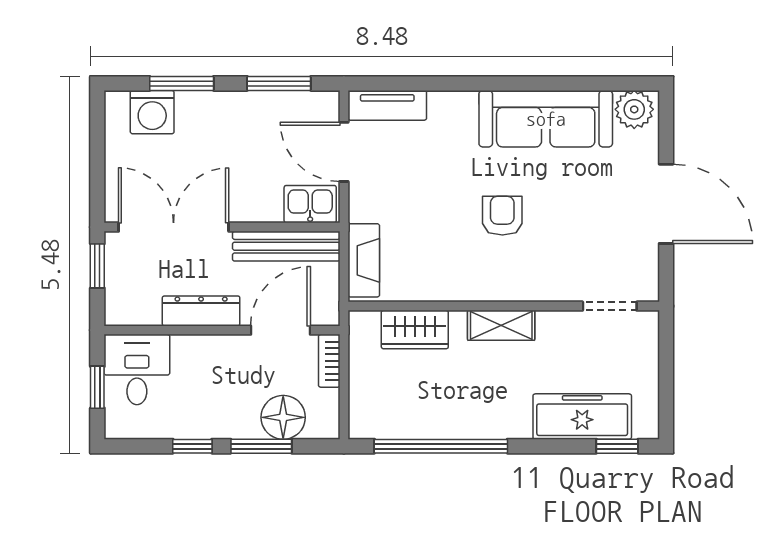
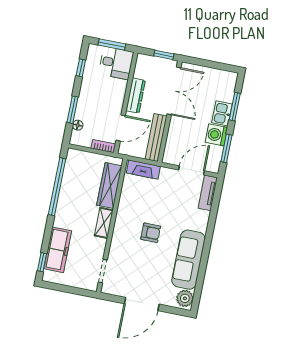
washing machine: (152, 112) -> (216, 135), moved
kitchen sink: (310, 204) -> (222, 113), moved, turned 180
door: (280, 330) -> (121, 128), hinge flipped
wardrobe: (415, 330) -> (109, 185), width x1.50
window: (97, 387) -> (112, 44), width x1.50
floor lamp: (283, 417) -> (78, 125), width x0.53, depth x0.53
window: (192, 446) -> (81, 68), moved

